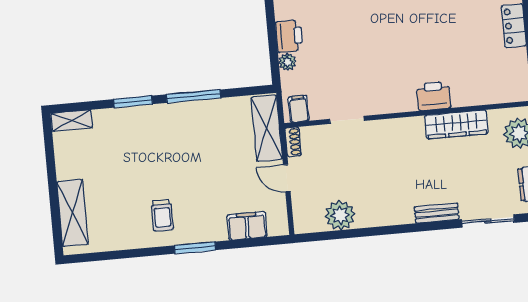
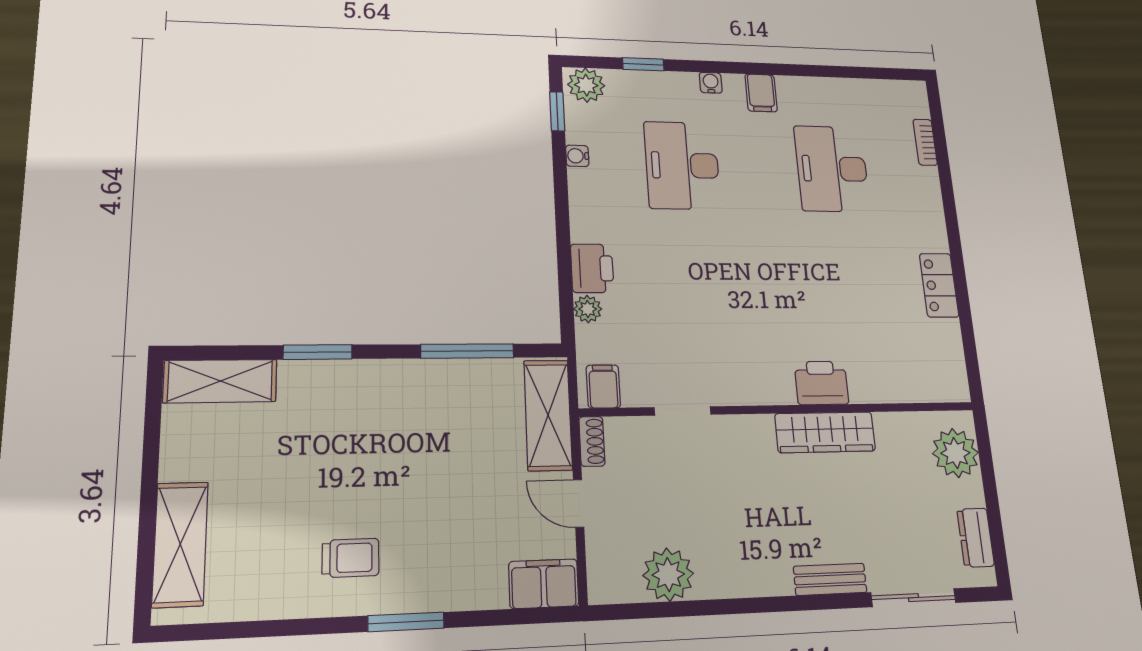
window: (194, 96) -> (467, 351), moved
shelving: (72, 121) -> (220, 381), width x1.50, depth x1.33
wardrobe: (456, 124) -> (825, 432), moved
trolley: (162, 215) -> (351, 558), turned -90
filing cabinet: (247, 226) -> (544, 584), moved

